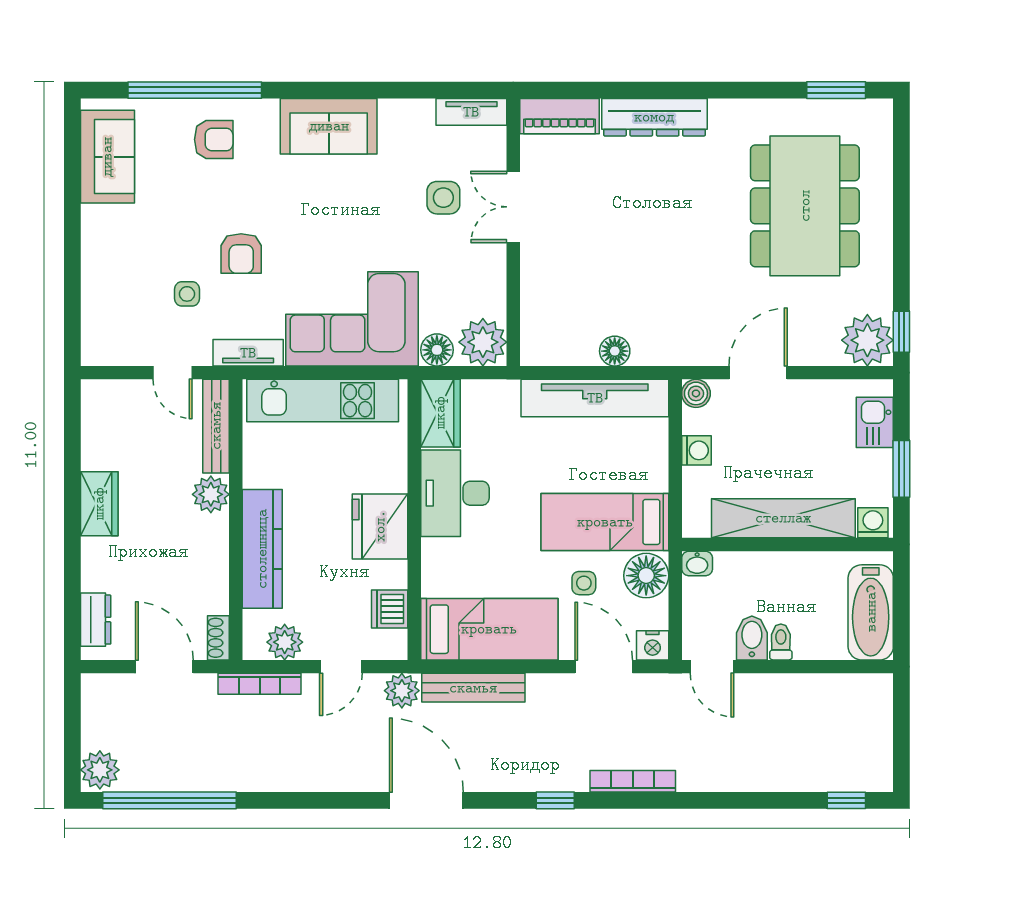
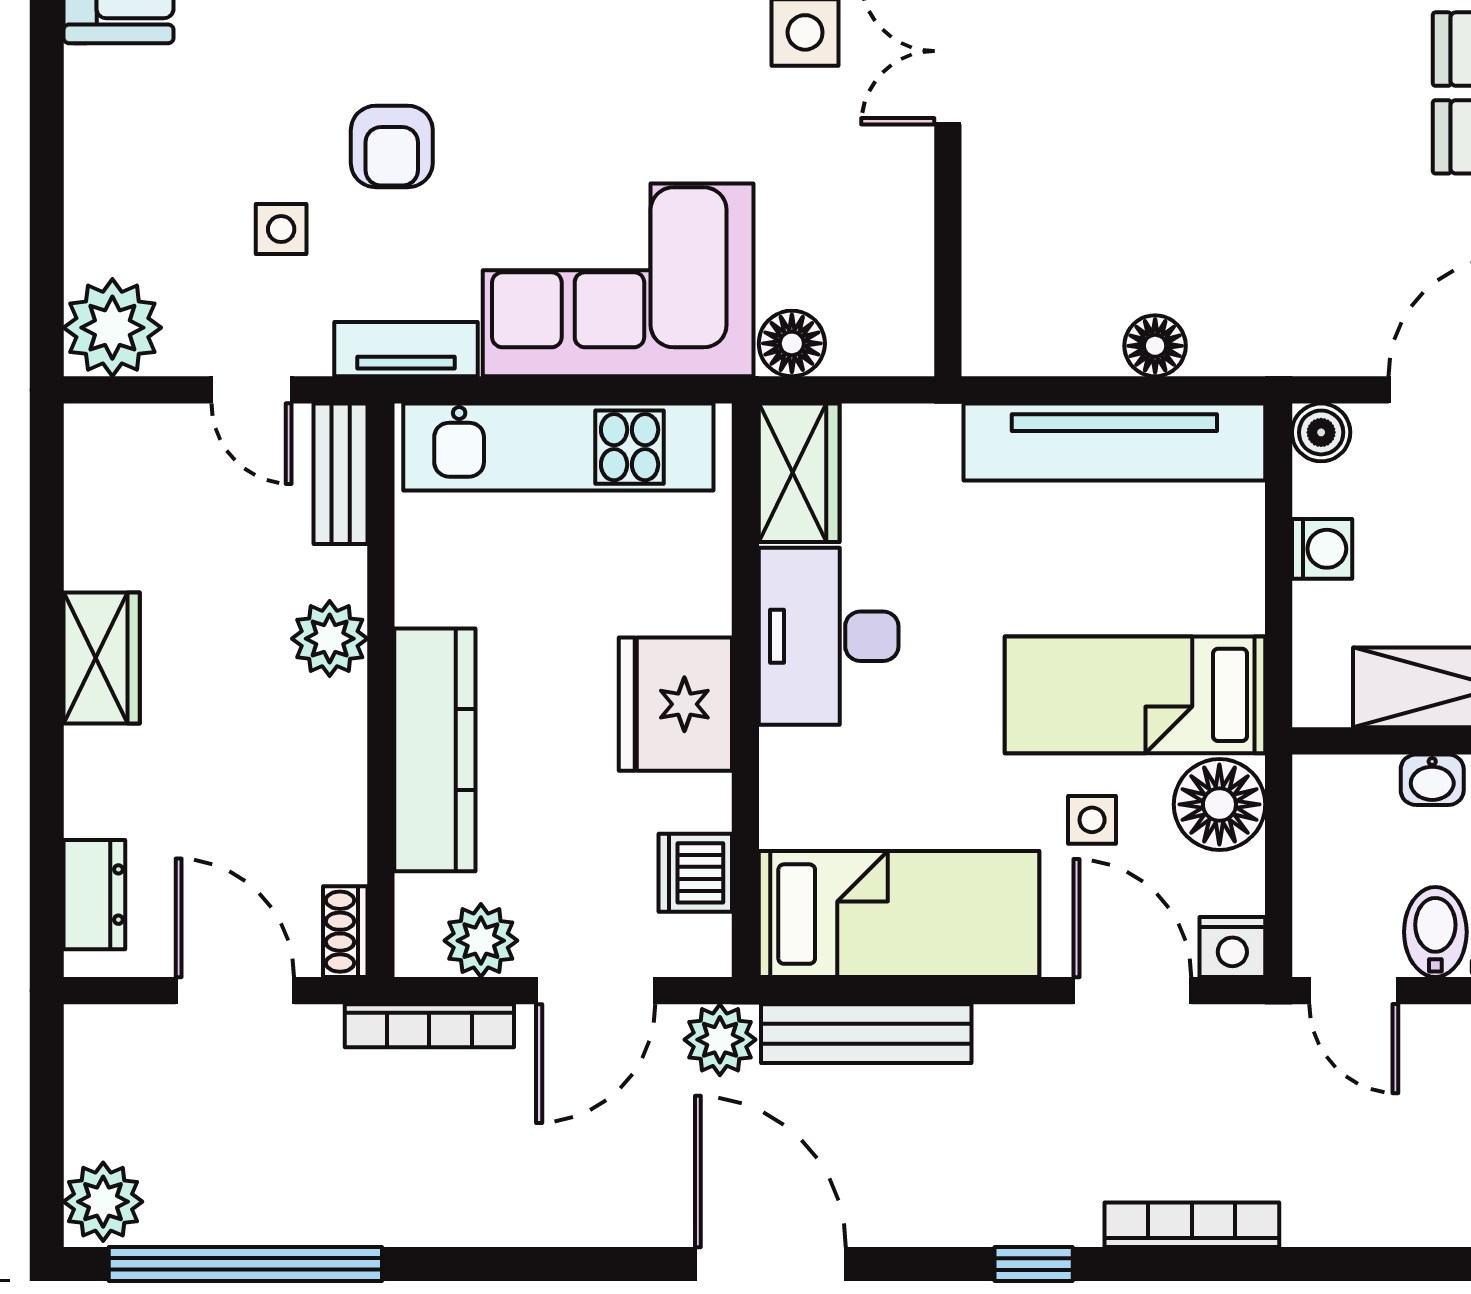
plant: (483, 342) -> (112, 328), moved
bench: (216, 426) -> (340, 474), width x0.73
washbasin: (697, 563) -> (1432, 780), moved
door: (341, 667) -> (596, 991), width x1.38

